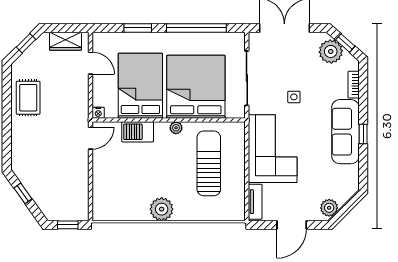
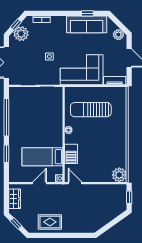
door: (91, 63) -> (39, 183), moved
bed: (140, 86) -> (42, 157), width x0.67
bed: (196, 87) -> (43, 118), removed
sofa: (345, 132) -> (87, 24), moved
window: (363, 134) -> (87, 13), moved
window: (23, 193) -> (109, 225), removed
plant: (162, 209) -> (119, 175), moved

